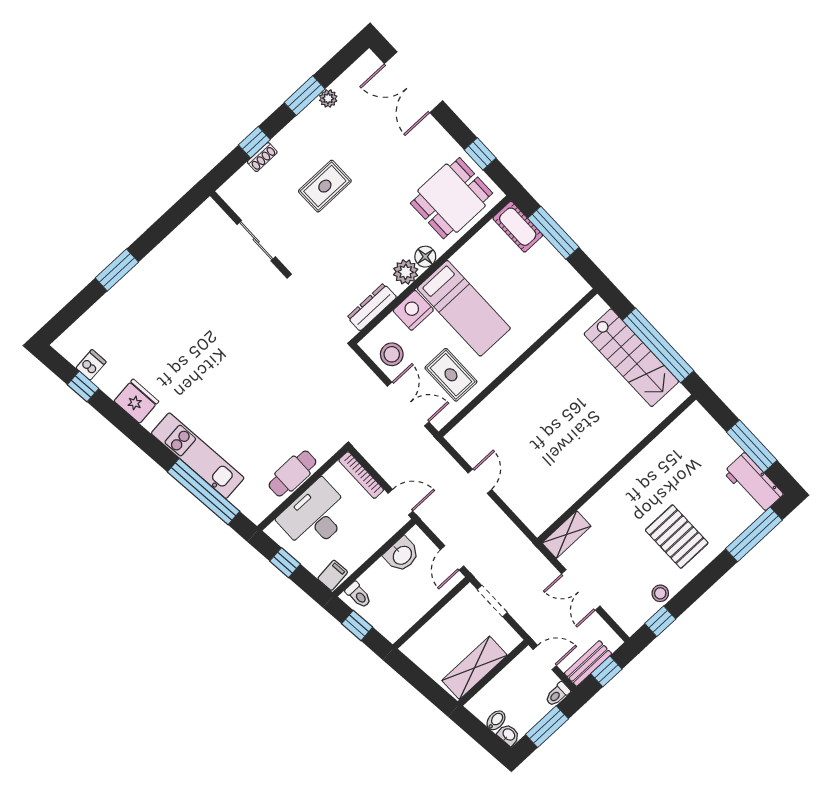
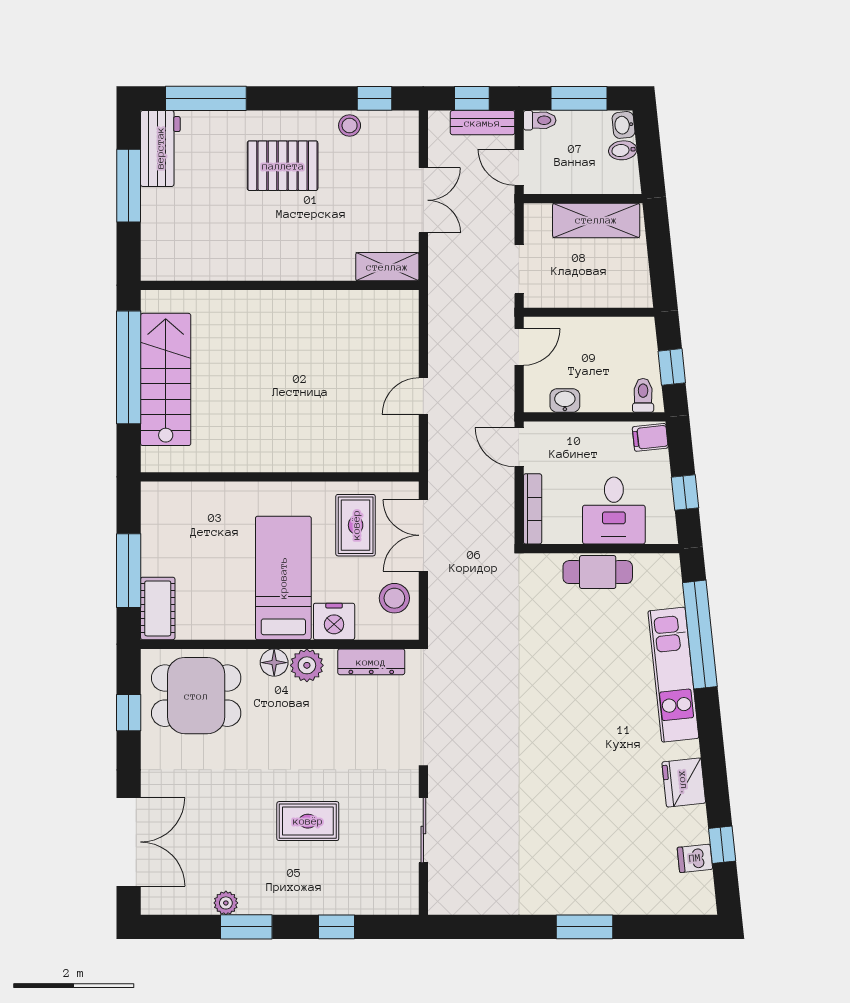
shoe rack: (262, 157) -> (342, 905), removed
desk: (315, 516) -> (614, 510), width x0.73
pallet: (677, 537) -> (283, 166), turned 90
washbasin: (402, 555) -> (565, 401), width x0.72, depth x0.69

